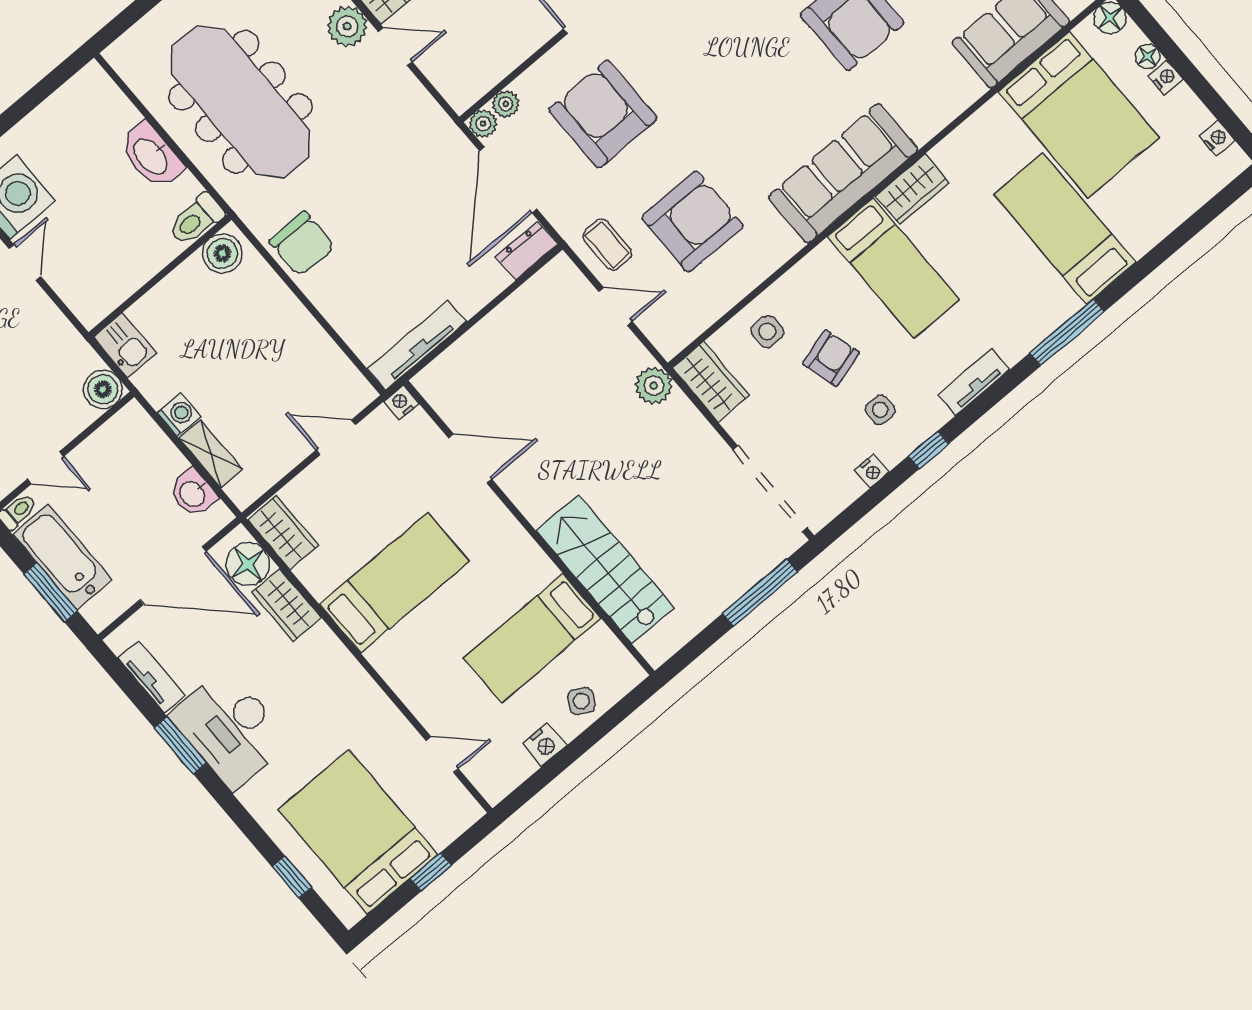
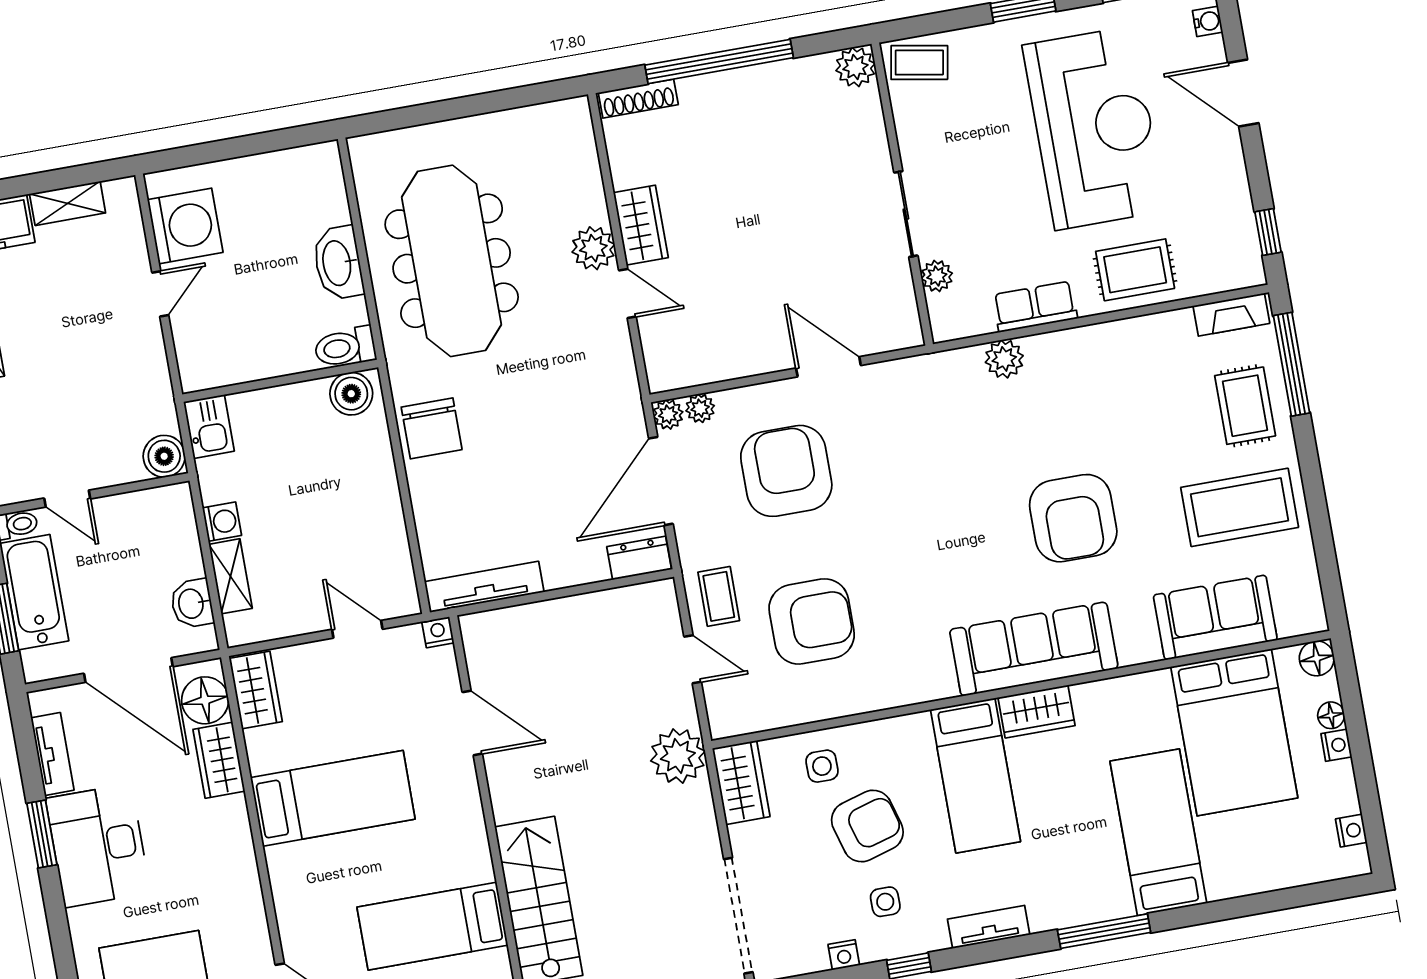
sofa: (843, 173) -> (1034, 649), moved
armchair: (831, 358) -> (867, 826), width x1.38, depth x1.38
plant: (654, 386) -> (678, 756), width x1.36, depth x1.36

